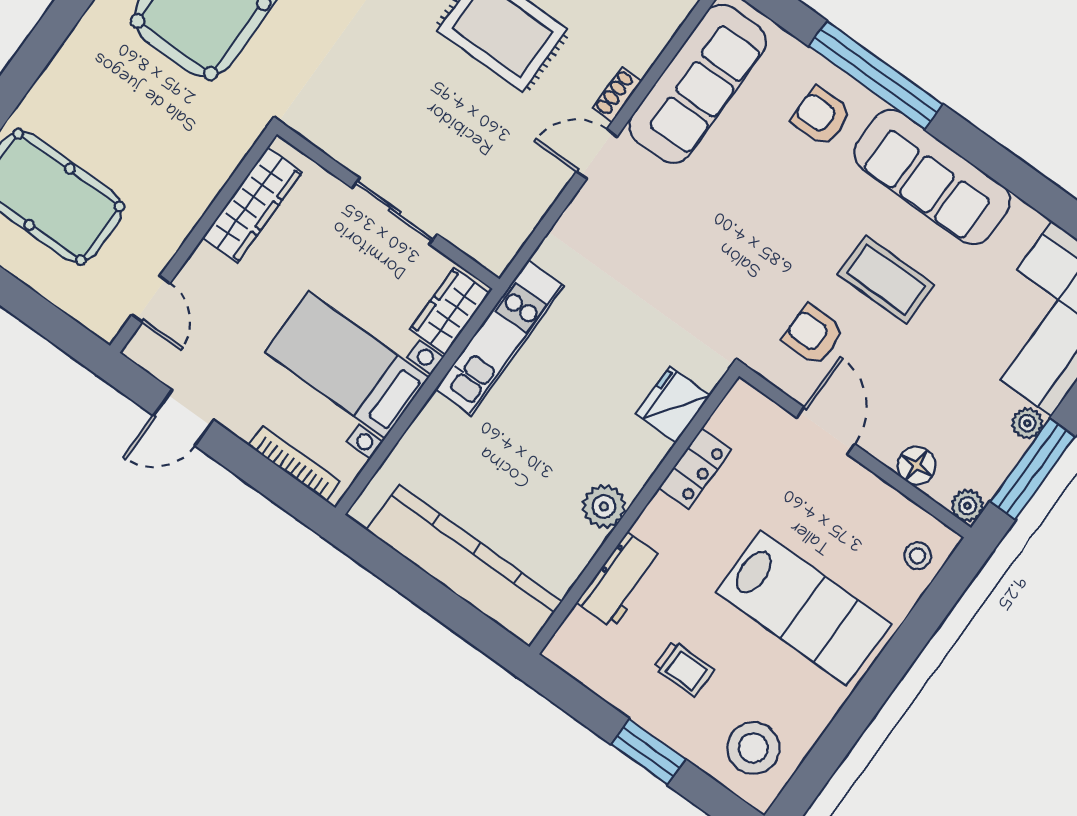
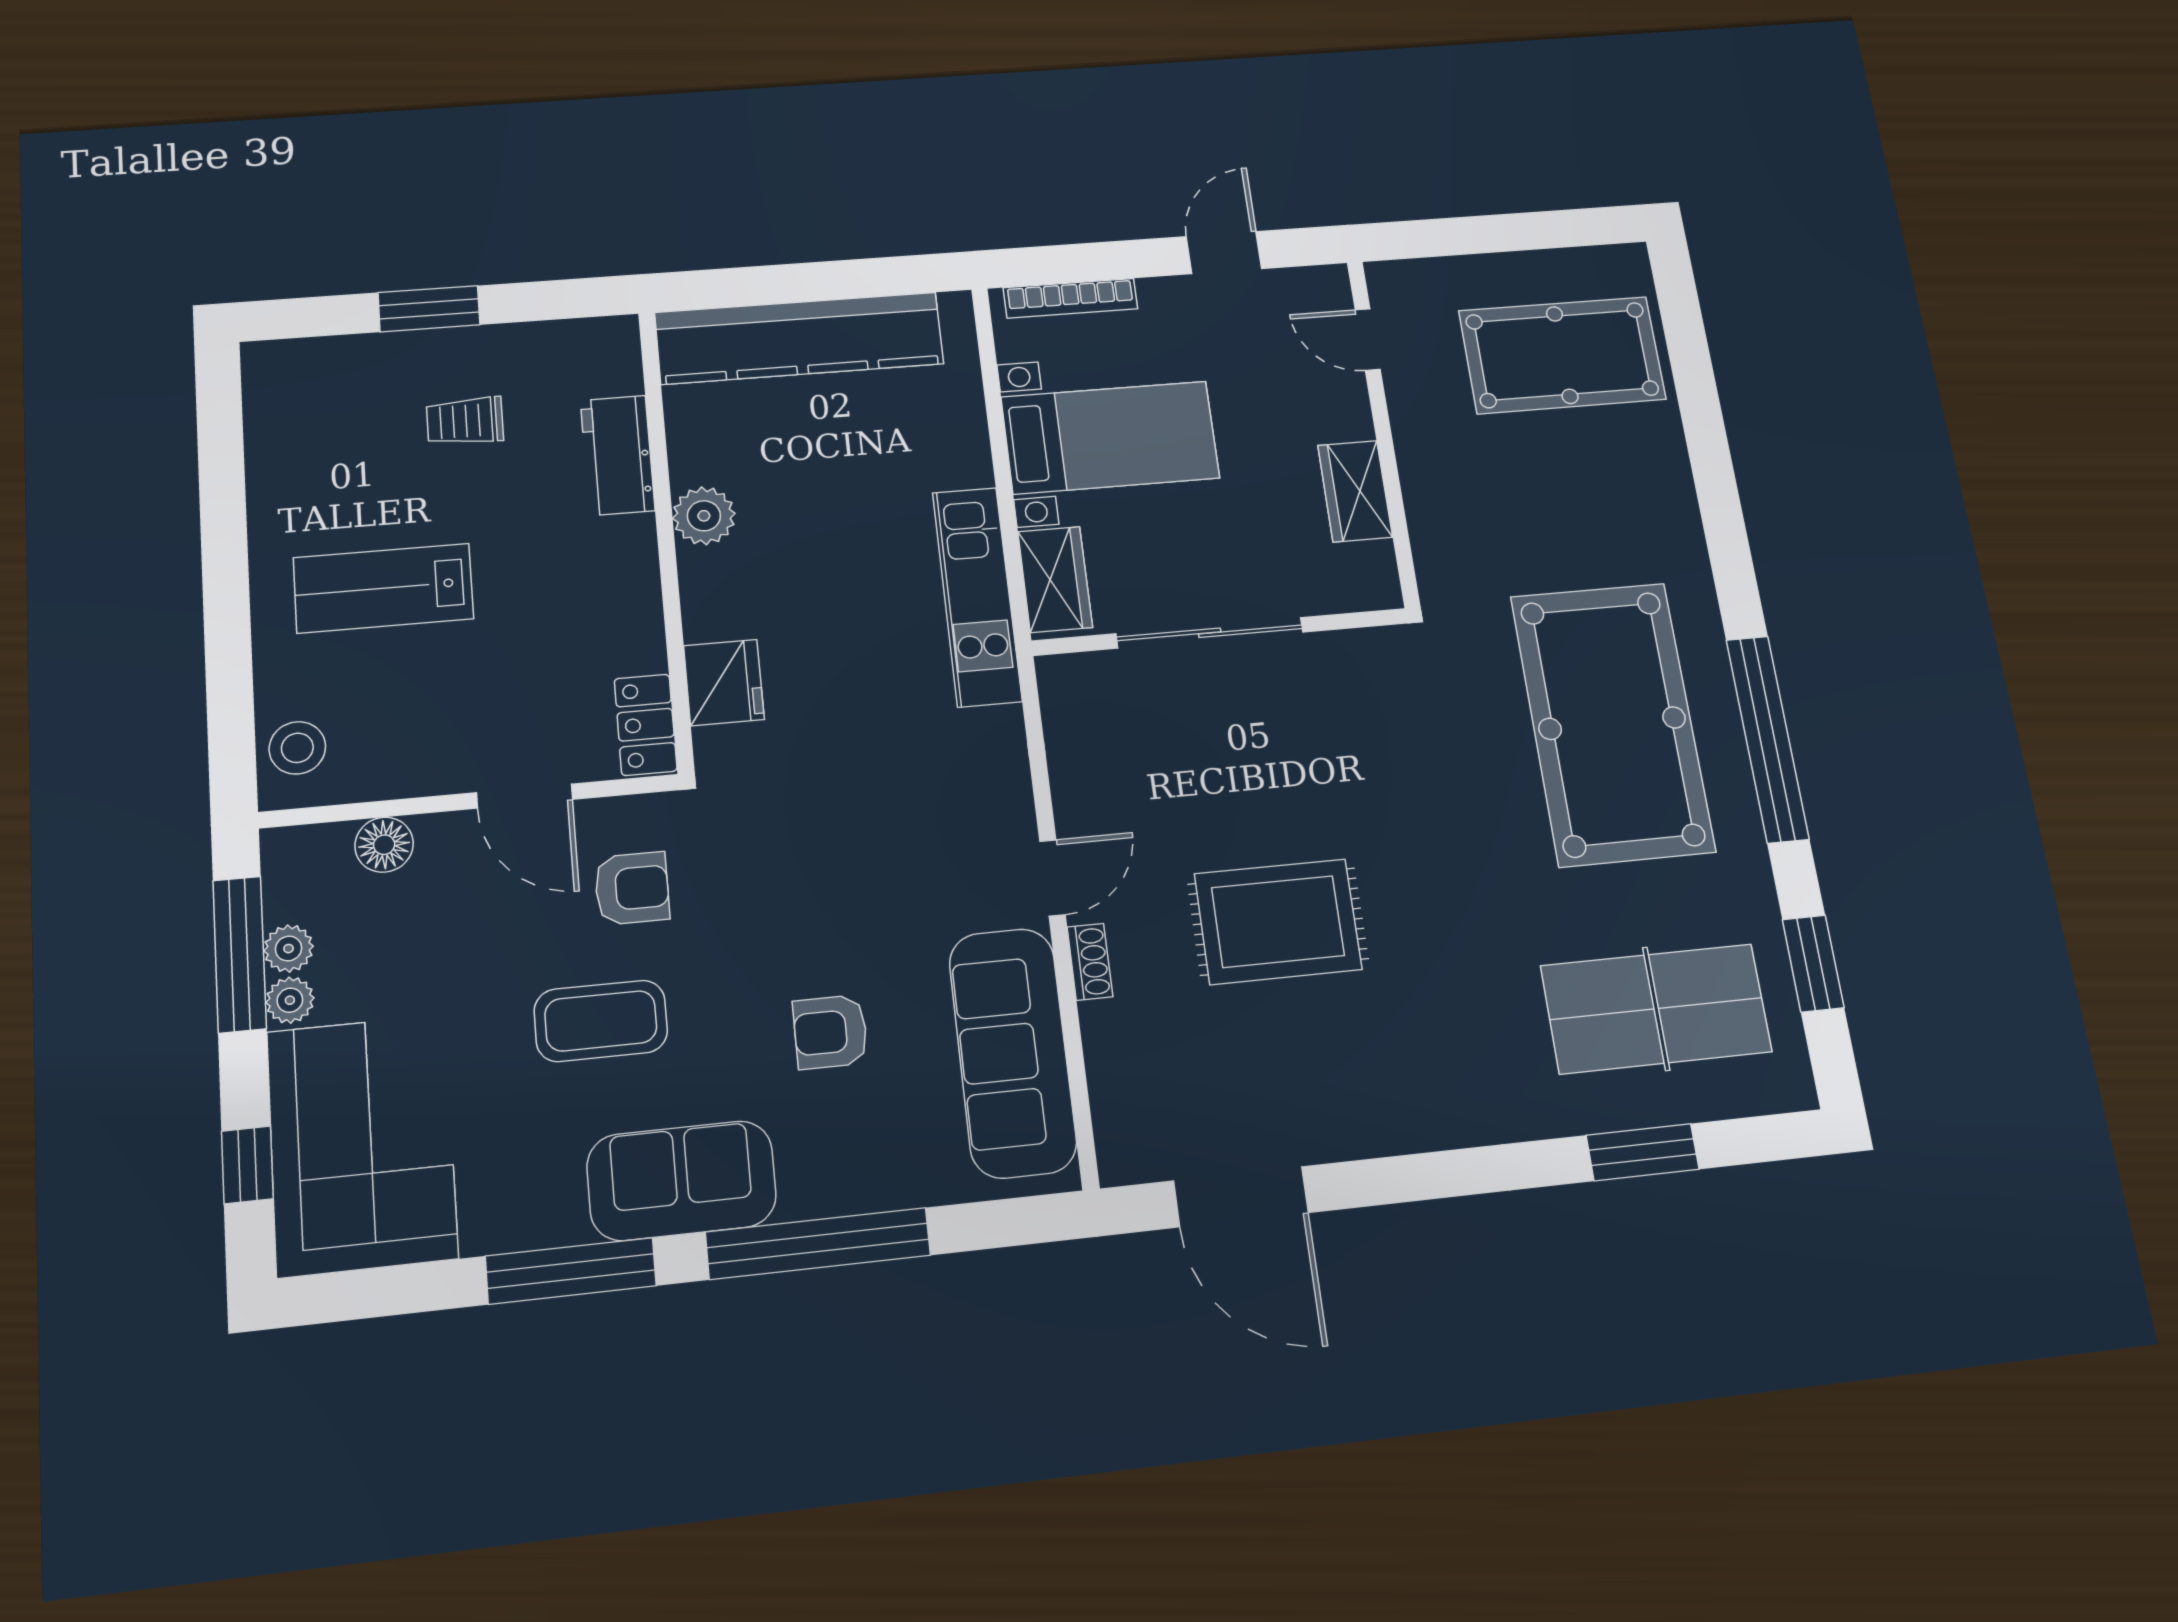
armchair: (821, 117) -> (830, 1032), moved, turned 180
window: (1004, 168) -> (571, 1271), added
sofa: (932, 177) -> (682, 1181), width x0.73
wardrobe: (252, 205) -> (1355, 491), width x0.67
sliding door: (394, 211) -> (1210, 633), width x1.37
locker: (695, 468) -> (646, 725), moved
plant: (967, 506) -> (289, 949), moved
stool: (918, 556) -> (297, 748), width x1.37, depth x1.37
lab bench: (804, 608) -> (383, 588), width x0.73, depth x0.72
stool: (753, 748) -> (313, 401), removed

